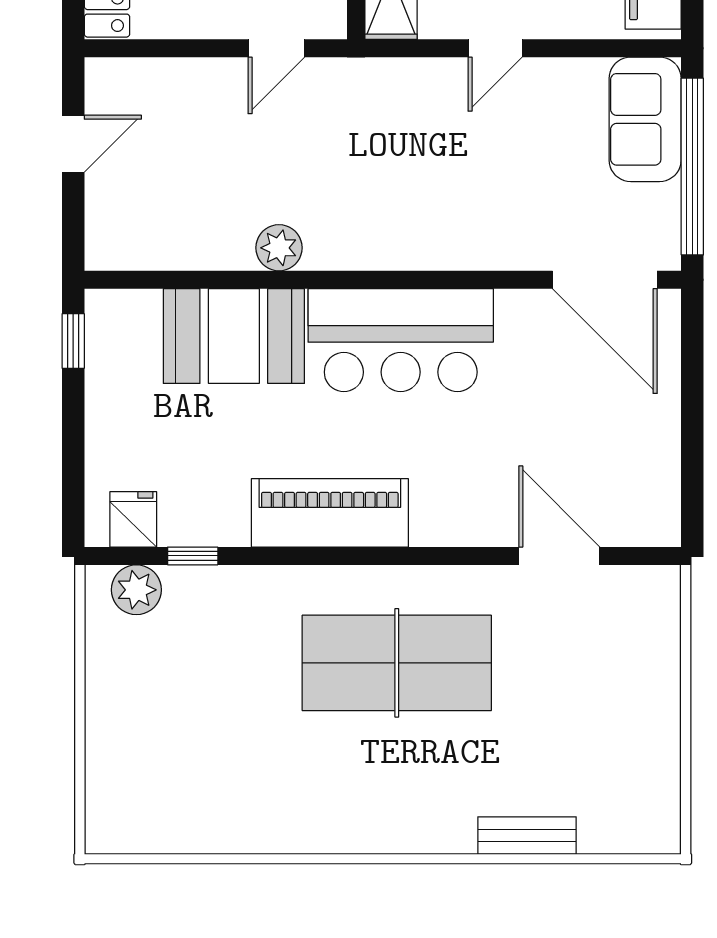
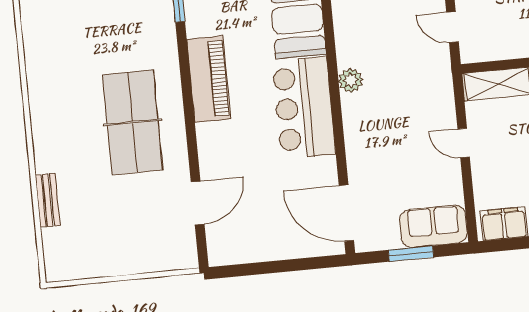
window: (692, 167) -> (411, 254), width x0.47
plant: (279, 248) -> (351, 80), moved
door: (605, 280) -> (346, 213), hinge flipped

